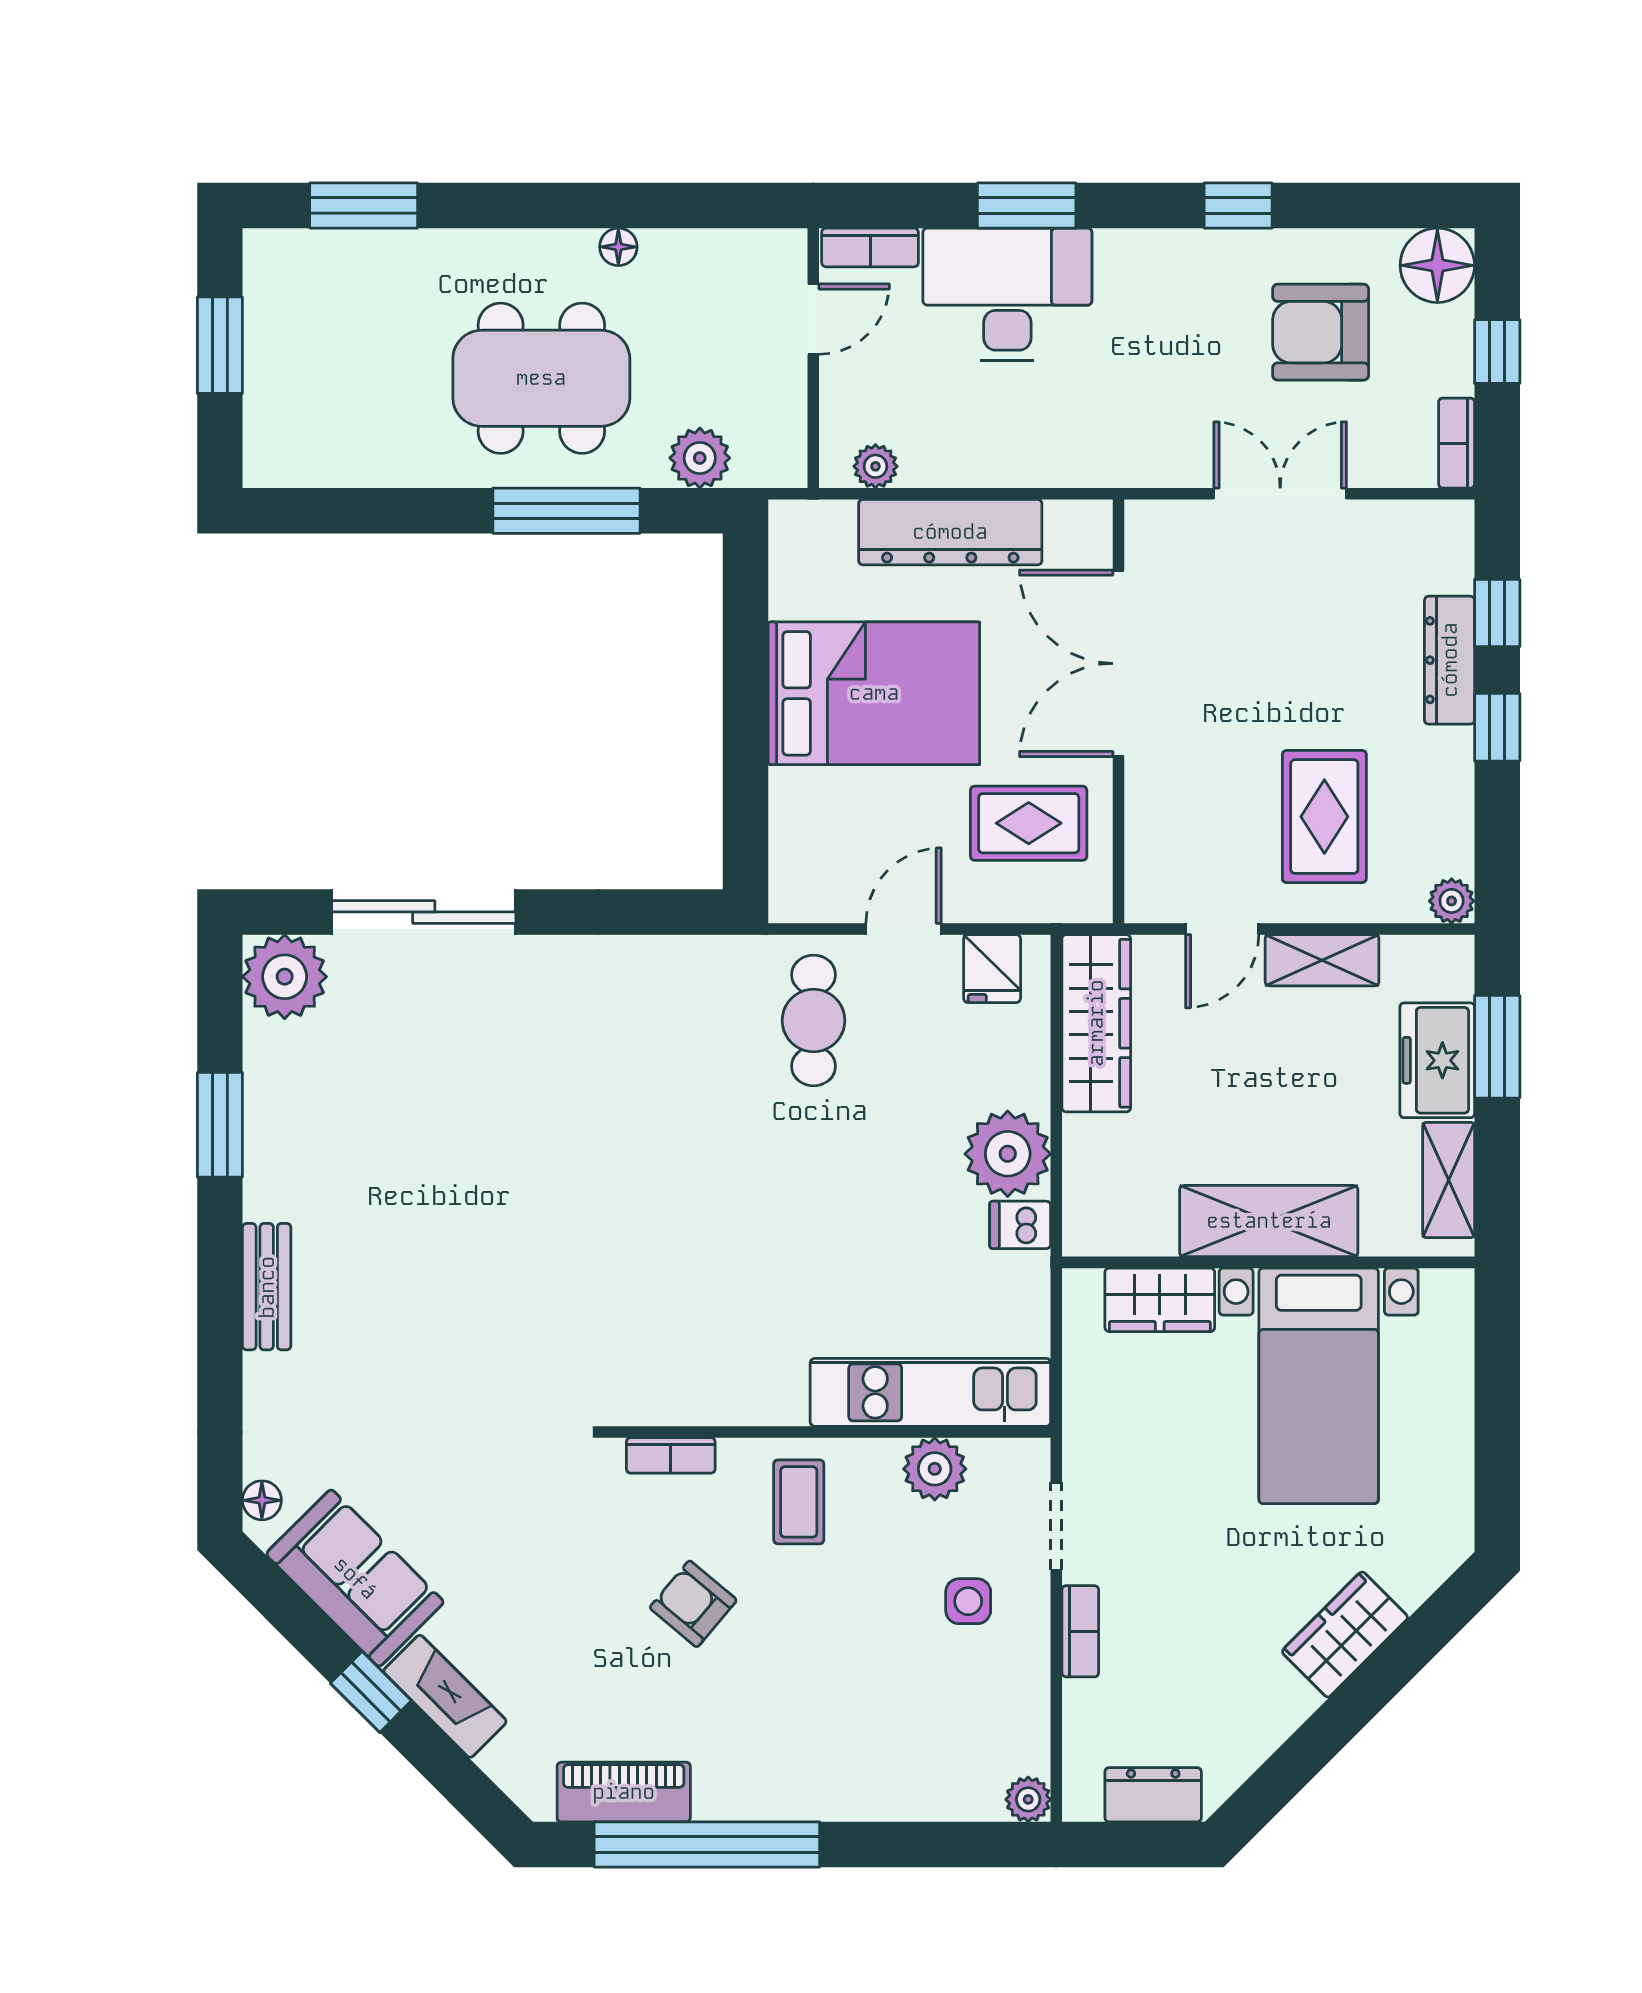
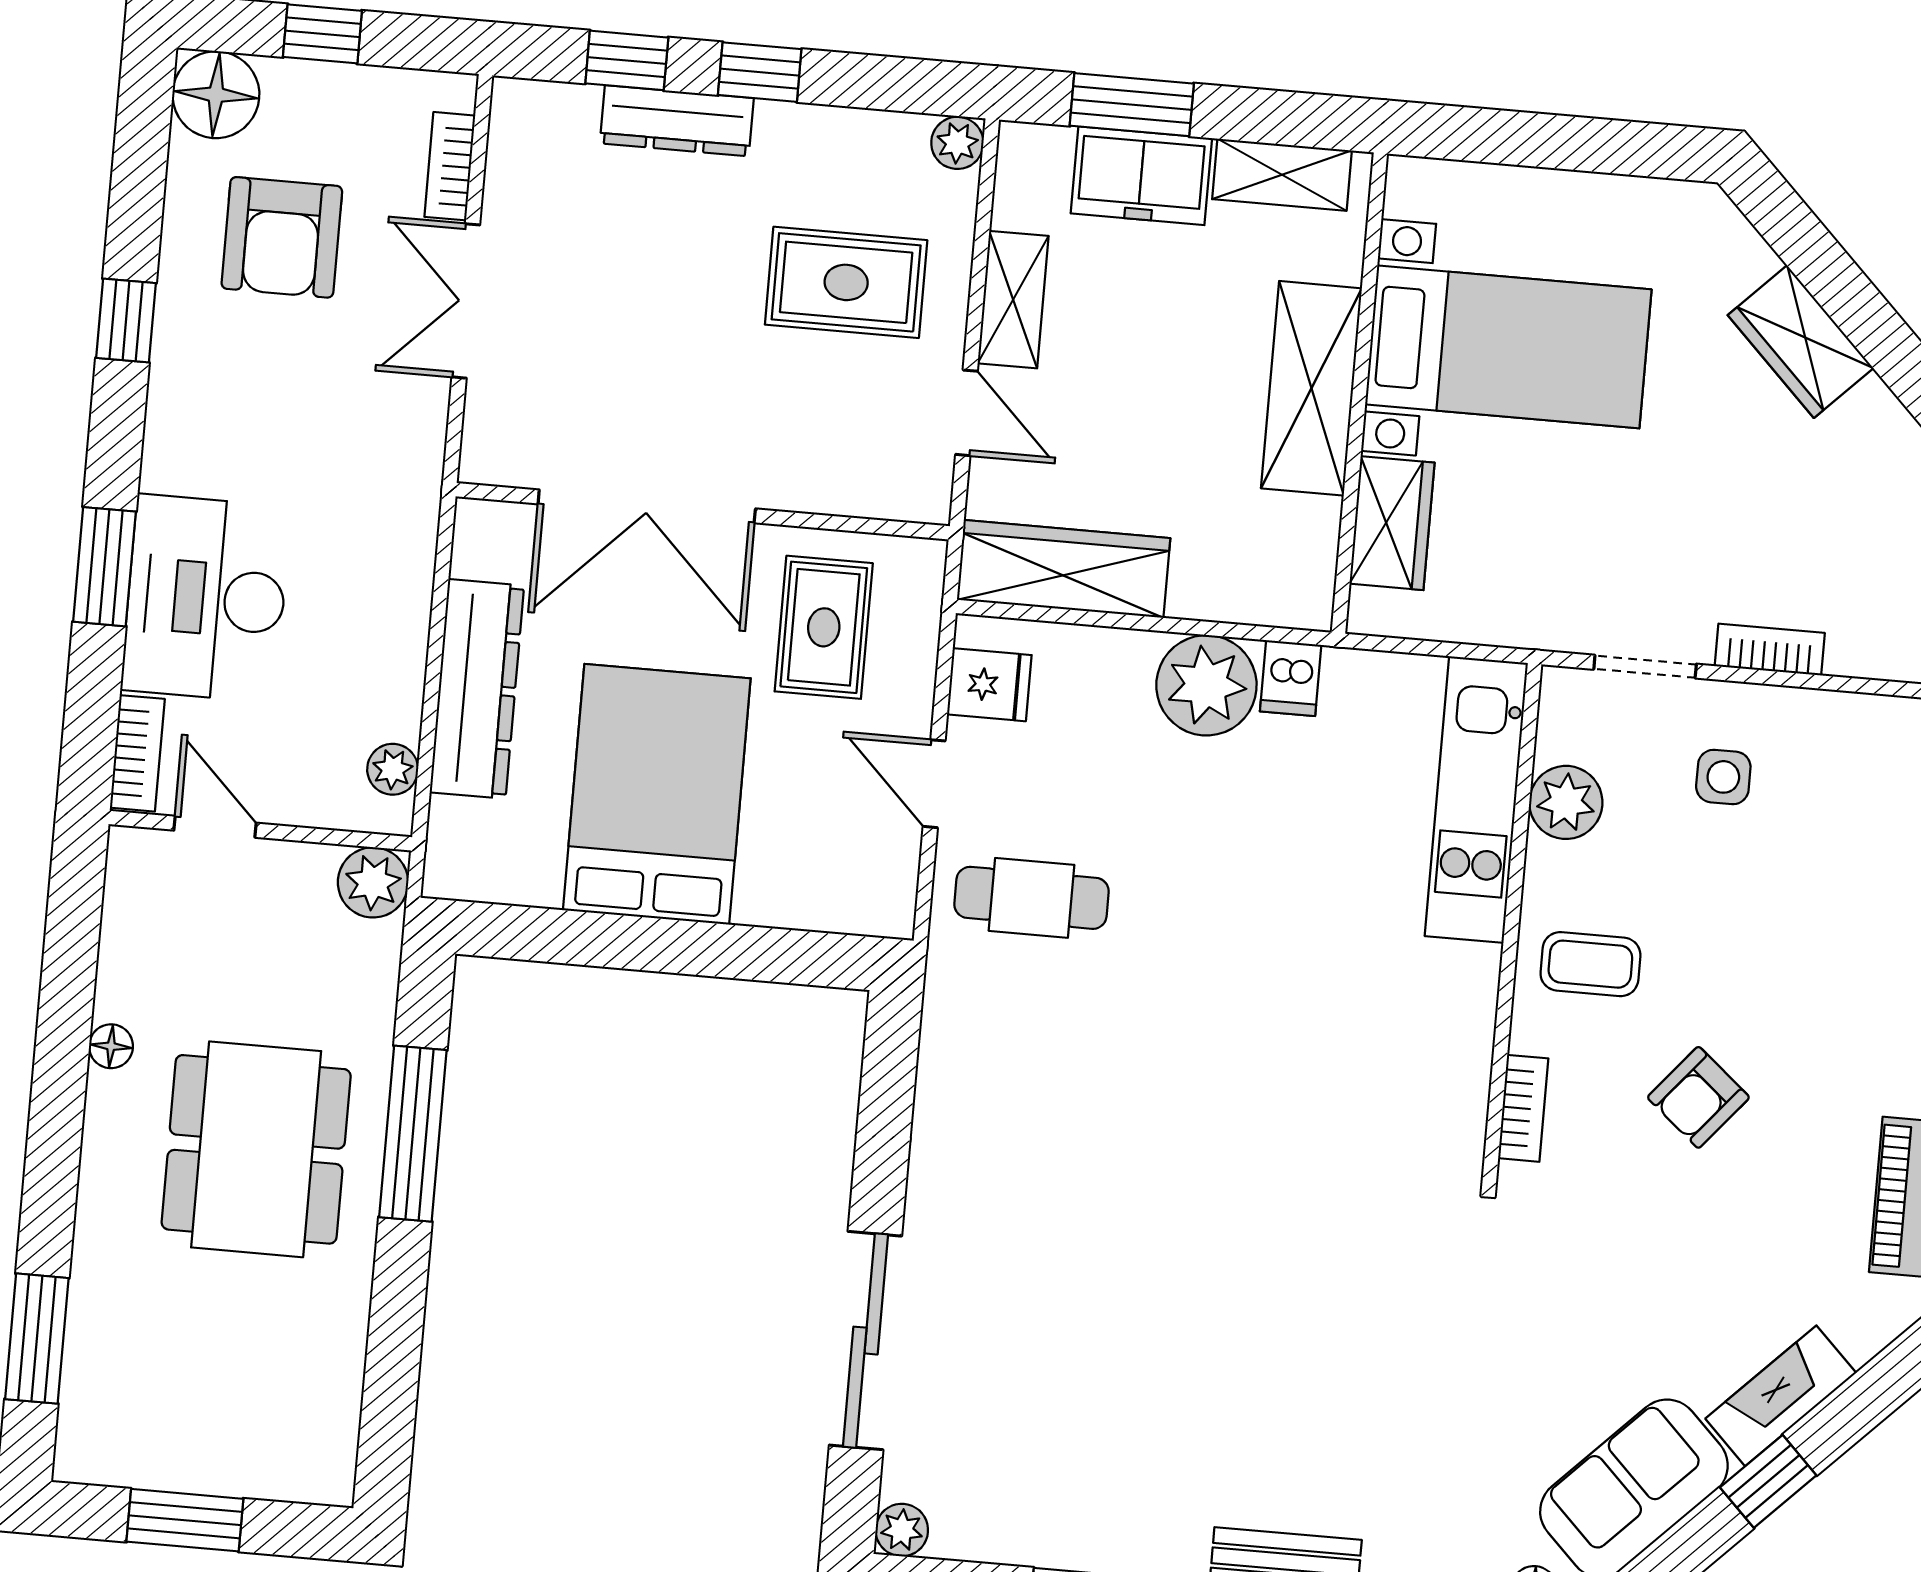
bookcase: (1457, 443) -> (450, 166), moved, turned 90
plant: (700, 458) -> (373, 882), moved
plant: (285, 977) -> (902, 1530), width x0.53, depth x0.53

